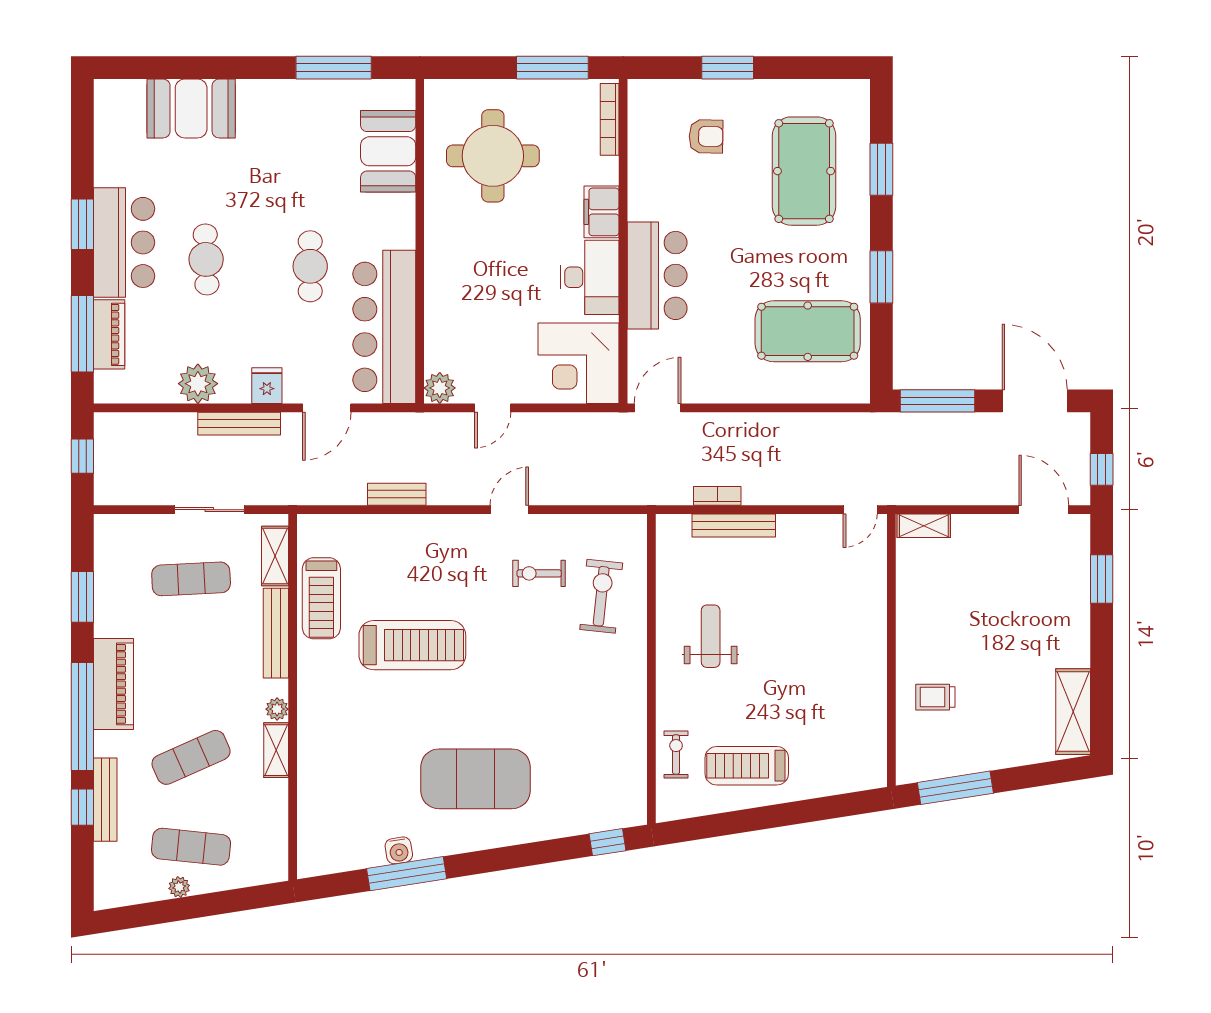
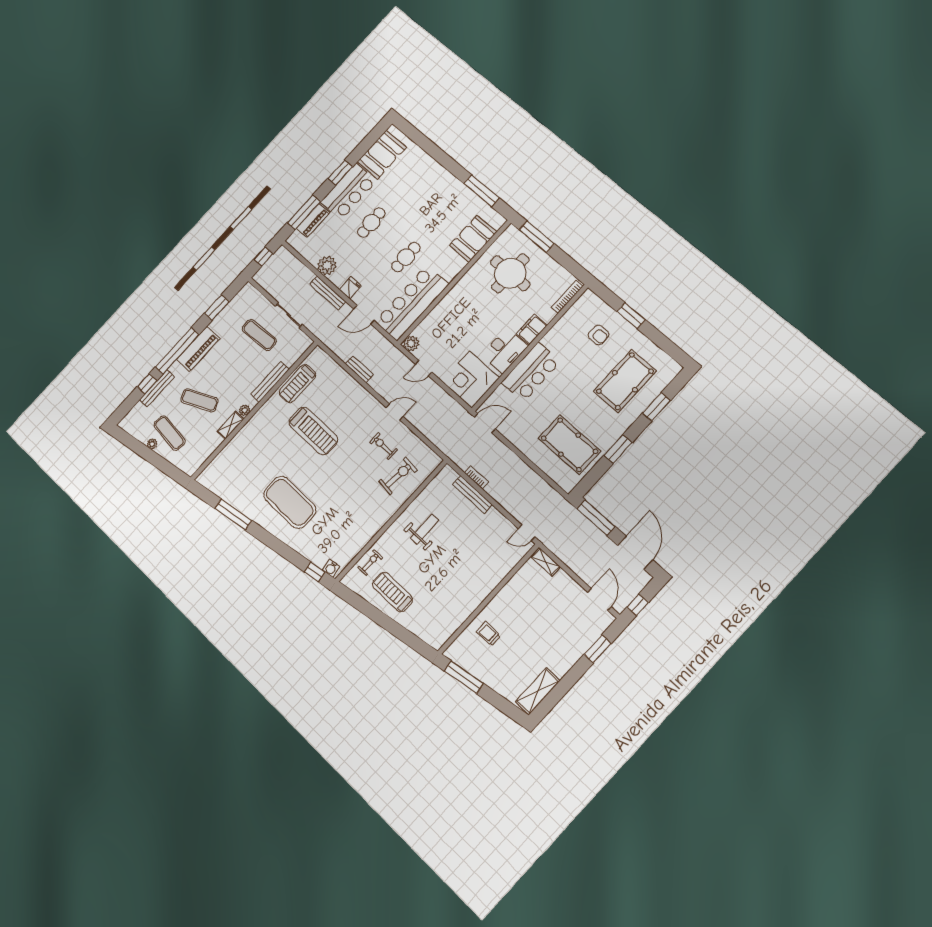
window: (552, 68) -> (537, 237), moved
booth: (191, 108) -> (382, 155), moved, turned 90
shelving: (275, 556) -> (296, 353), removed
water cooler: (399, 850) -> (331, 568), moved

